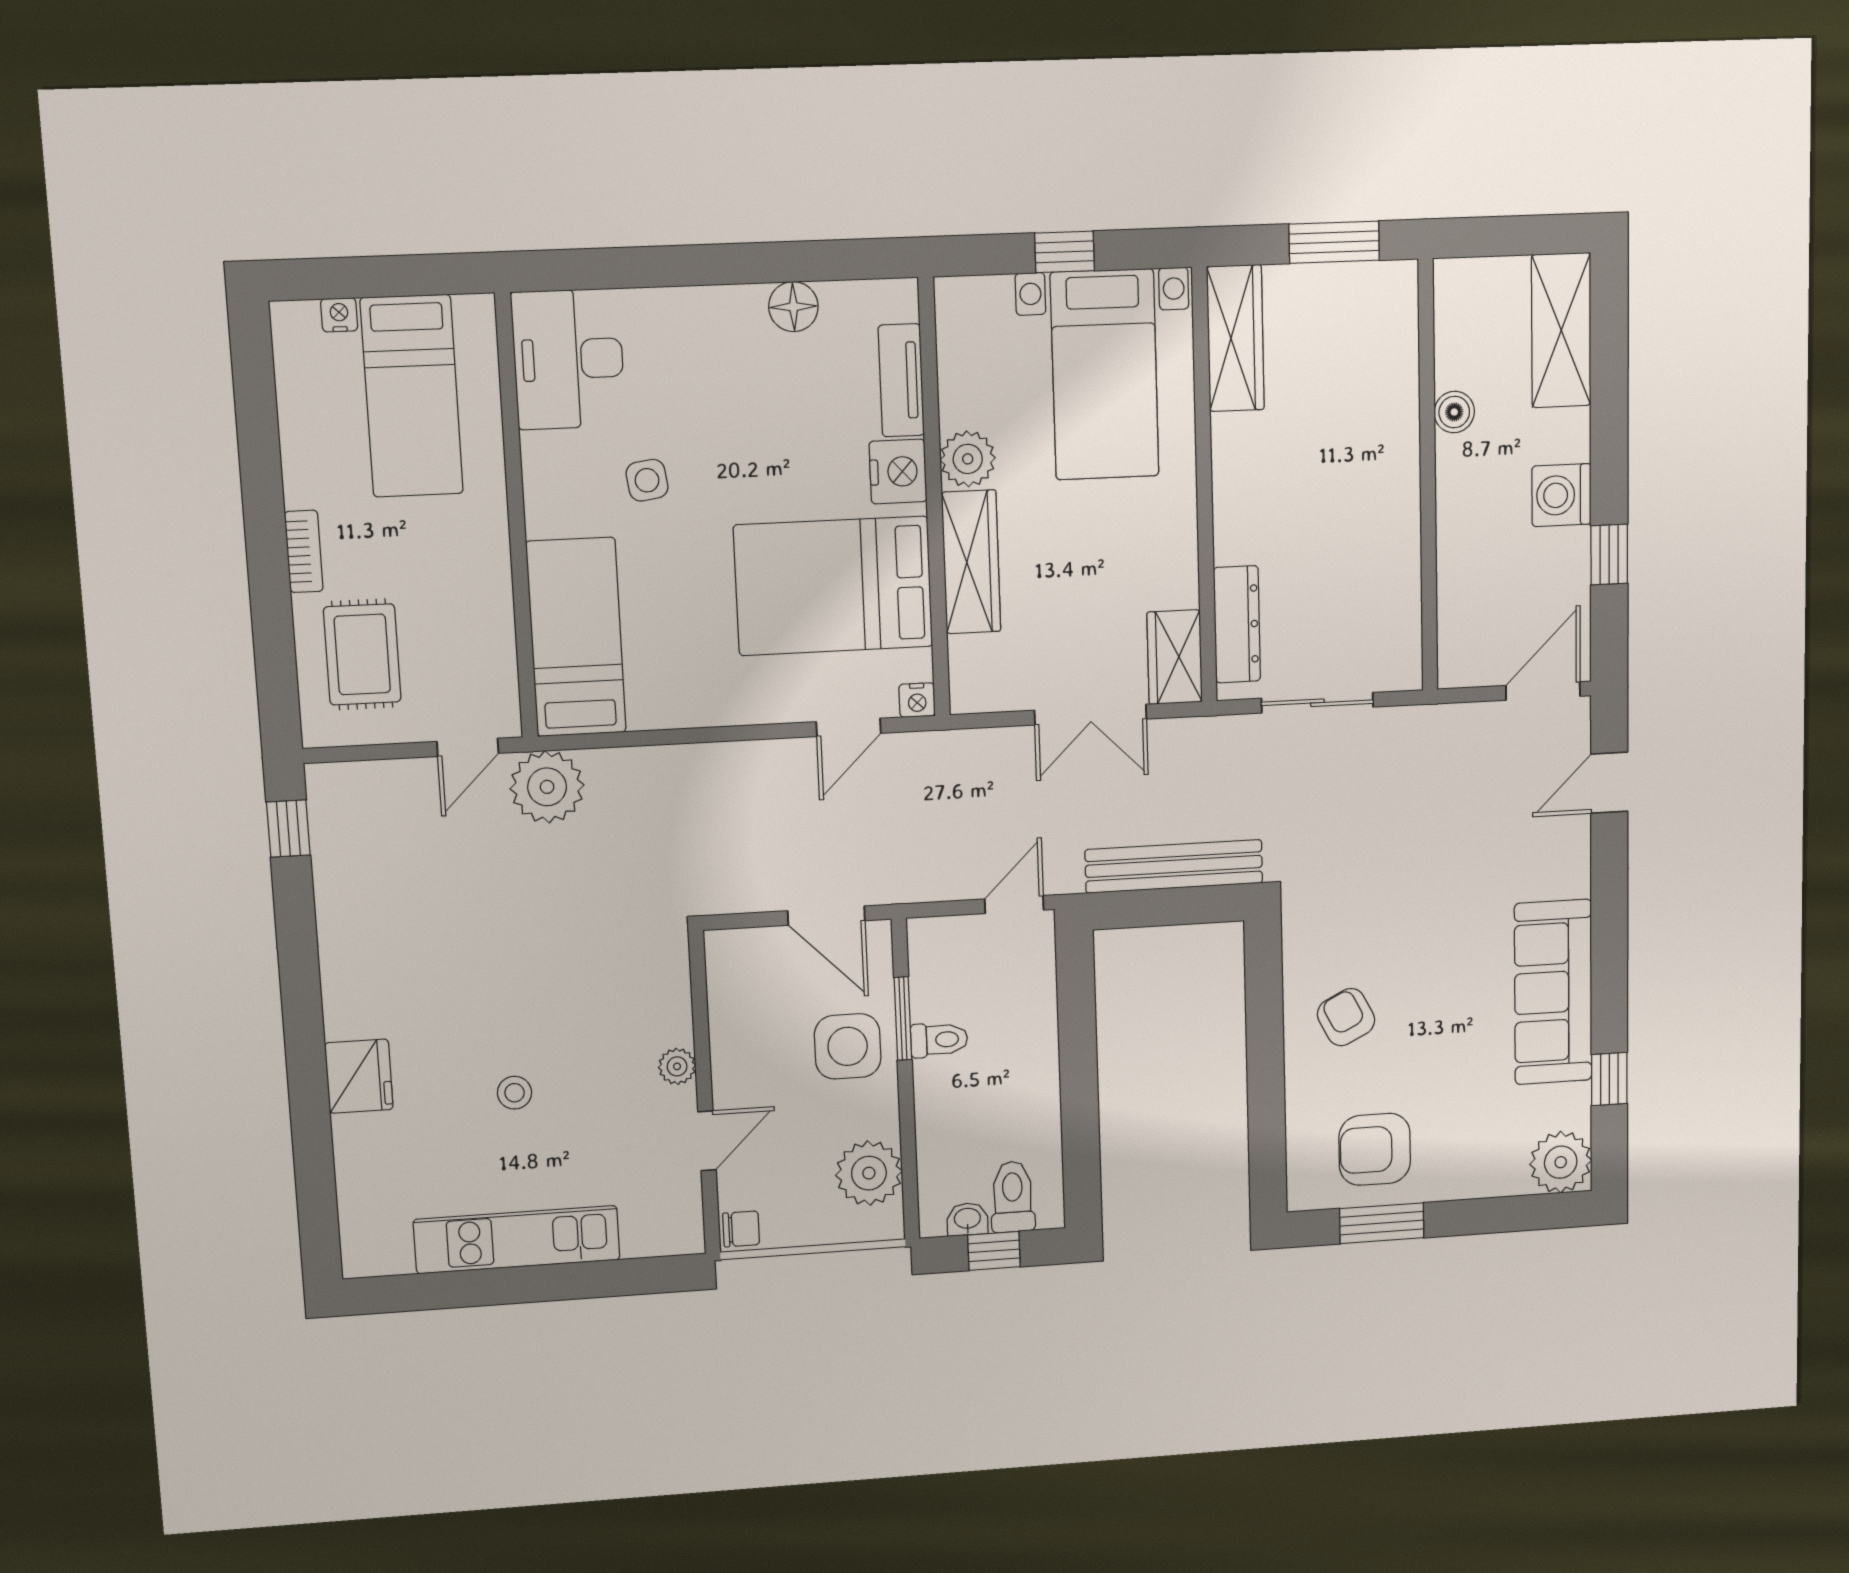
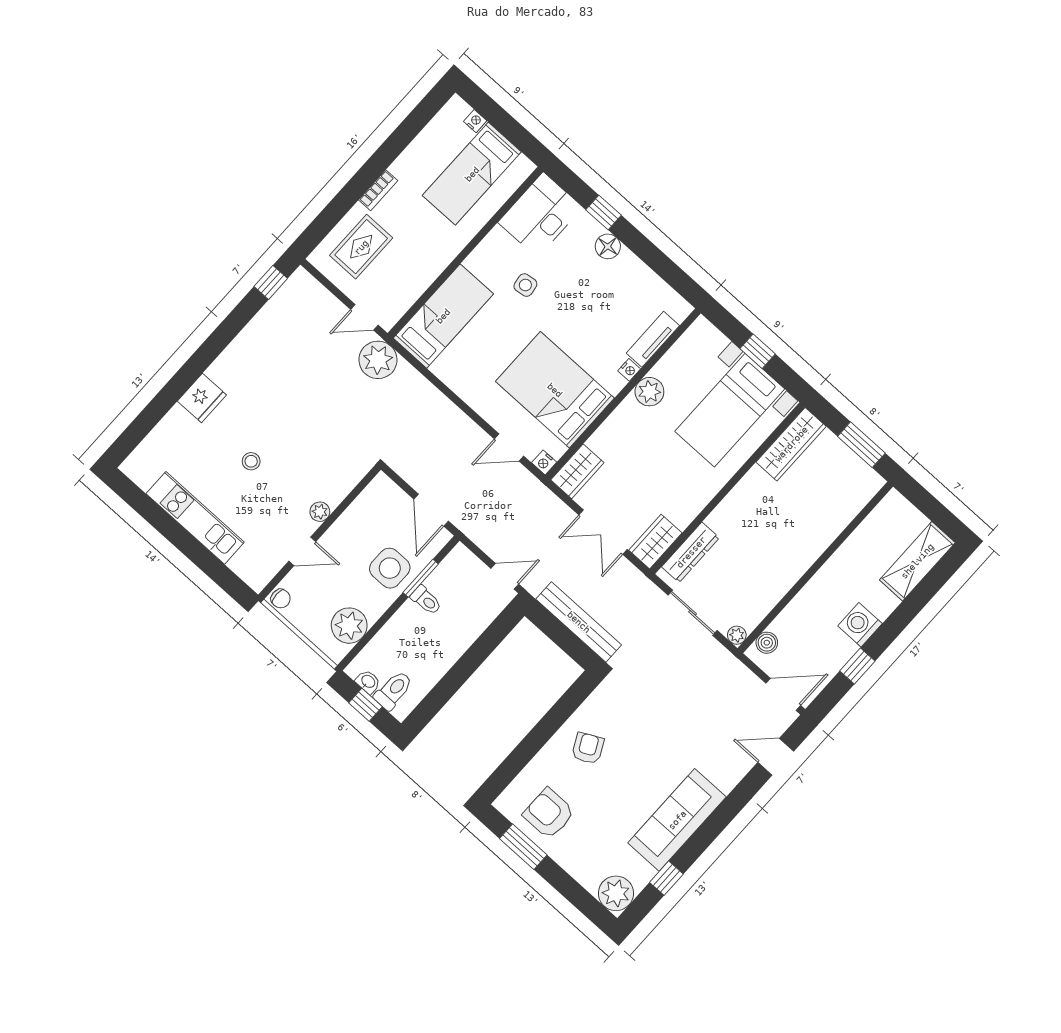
window: (654, 267) -> (604, 212), added
floor lamp: (793, 307) -> (608, 246), moved
boiler: (1454, 412) -> (767, 643), moved
nightstand: (898, 472) -> (629, 370), width x0.53, depth x0.56
wardrobe: (971, 562) -> (577, 471), moved, width x0.67
plant: (1406, 674) -> (737, 635), added

